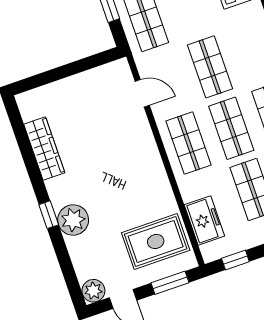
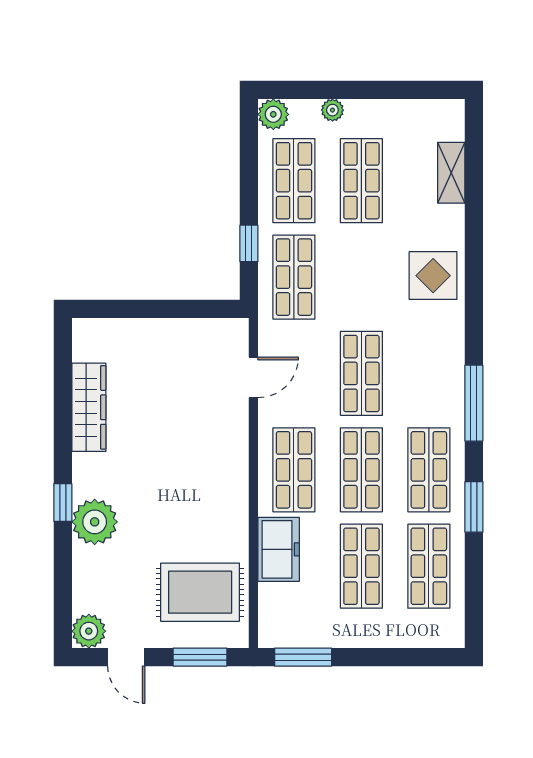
door: (142, 93) -> (253, 377), hinge flipped
freezer: (204, 220) -> (279, 549), moved
window: (235, 260) -> (303, 657), width x1.50

